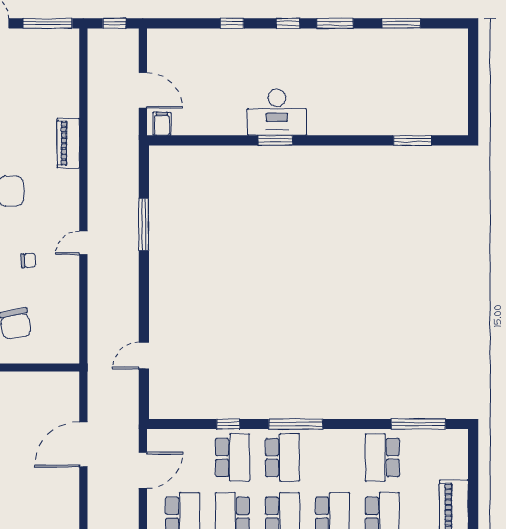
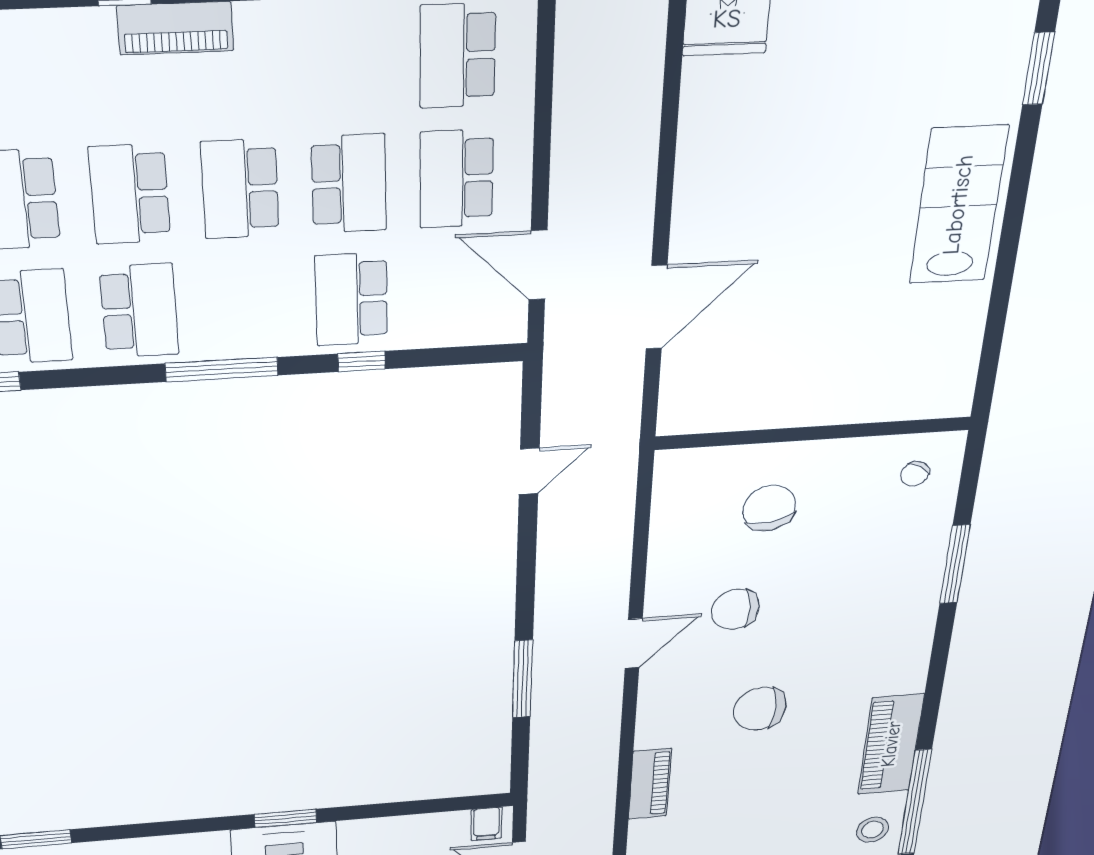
door: (83, 243) -> (634, 643), width x1.37
chair: (28, 260) -> (735, 609), width x1.87, depth x1.87
school desk: (282, 457) -> (139, 311), moved, turned 180
door: (143, 470) -> (538, 265), hinge flipped

